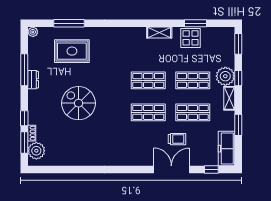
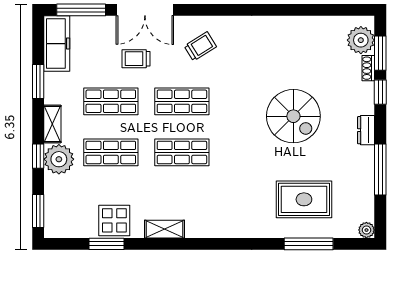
dresser: (33, 80) -> (366, 130), moved
trolley: (137, 147) -> (200, 46), added
window: (211, 170) -> (81, 10), width x2.17

